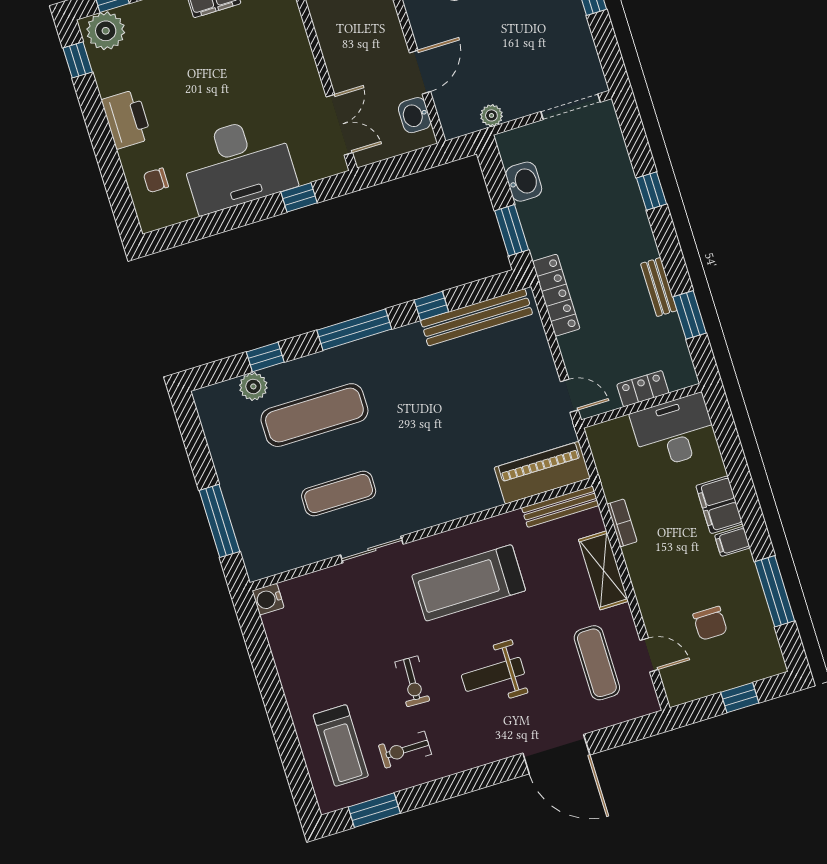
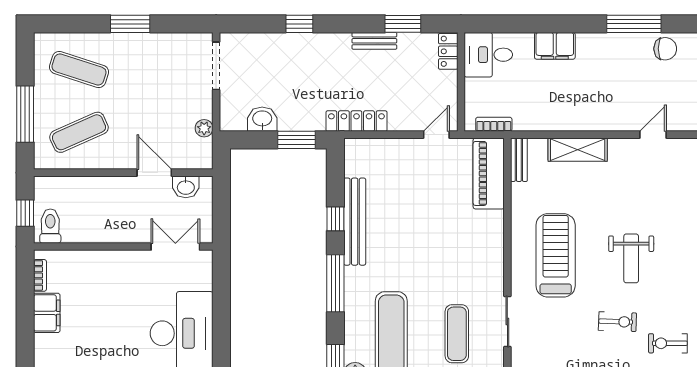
window: (299, 197) -> (221, 294), removed
bench: (477, 317) -> (355, 222), moved
locker: (643, 389) -> (448, 51), moved
desk: (674, 431) -> (488, 55), width x0.73
bench: (560, 507) -> (519, 160), width x0.73
bookcase: (622, 523) -> (494, 124), moved
filing cabinet: (732, 541) -> (586, 44), removed
treadmill: (469, 583) -> (556, 255), turned 180
chair: (710, 623) -> (665, 49), moved
exercise mat: (597, 663) -> (647, 176), removed
exercise bike: (405, 750) -> (668, 343), turned 90

